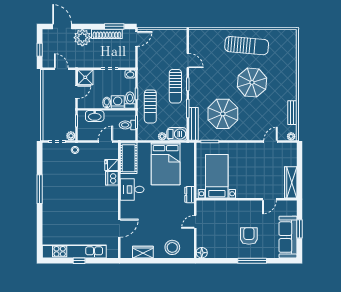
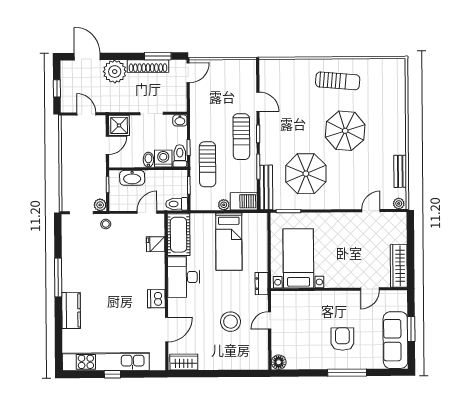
sun lounger: (247, 46) -> (338, 81), width x0.73, depth x0.75
toilet: (127, 125) -> (177, 204), moved
bed: (166, 164) -> (229, 242), width x0.67
dishwasher: (112, 178) -> (156, 299), moved
desk: (132, 189) -> (184, 277), width x1.37
kitchen counter: (49, 213) -> (71, 310), added
stool: (172, 247) -> (231, 322), moved
wardrobe: (143, 252) -> (184, 362), moved

